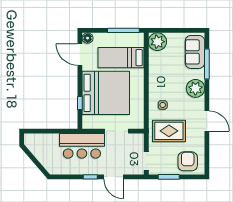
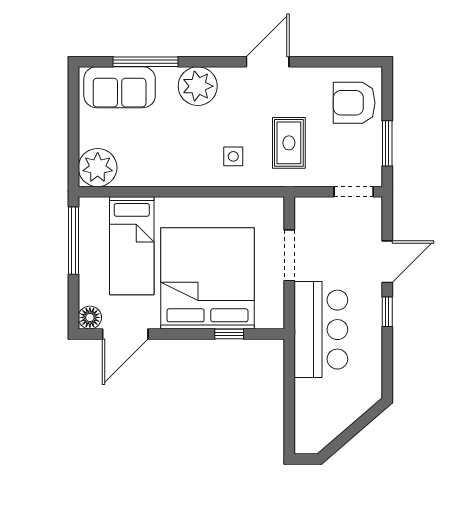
rug: (169, 131) -> (289, 143), width x0.73, depth x0.70

